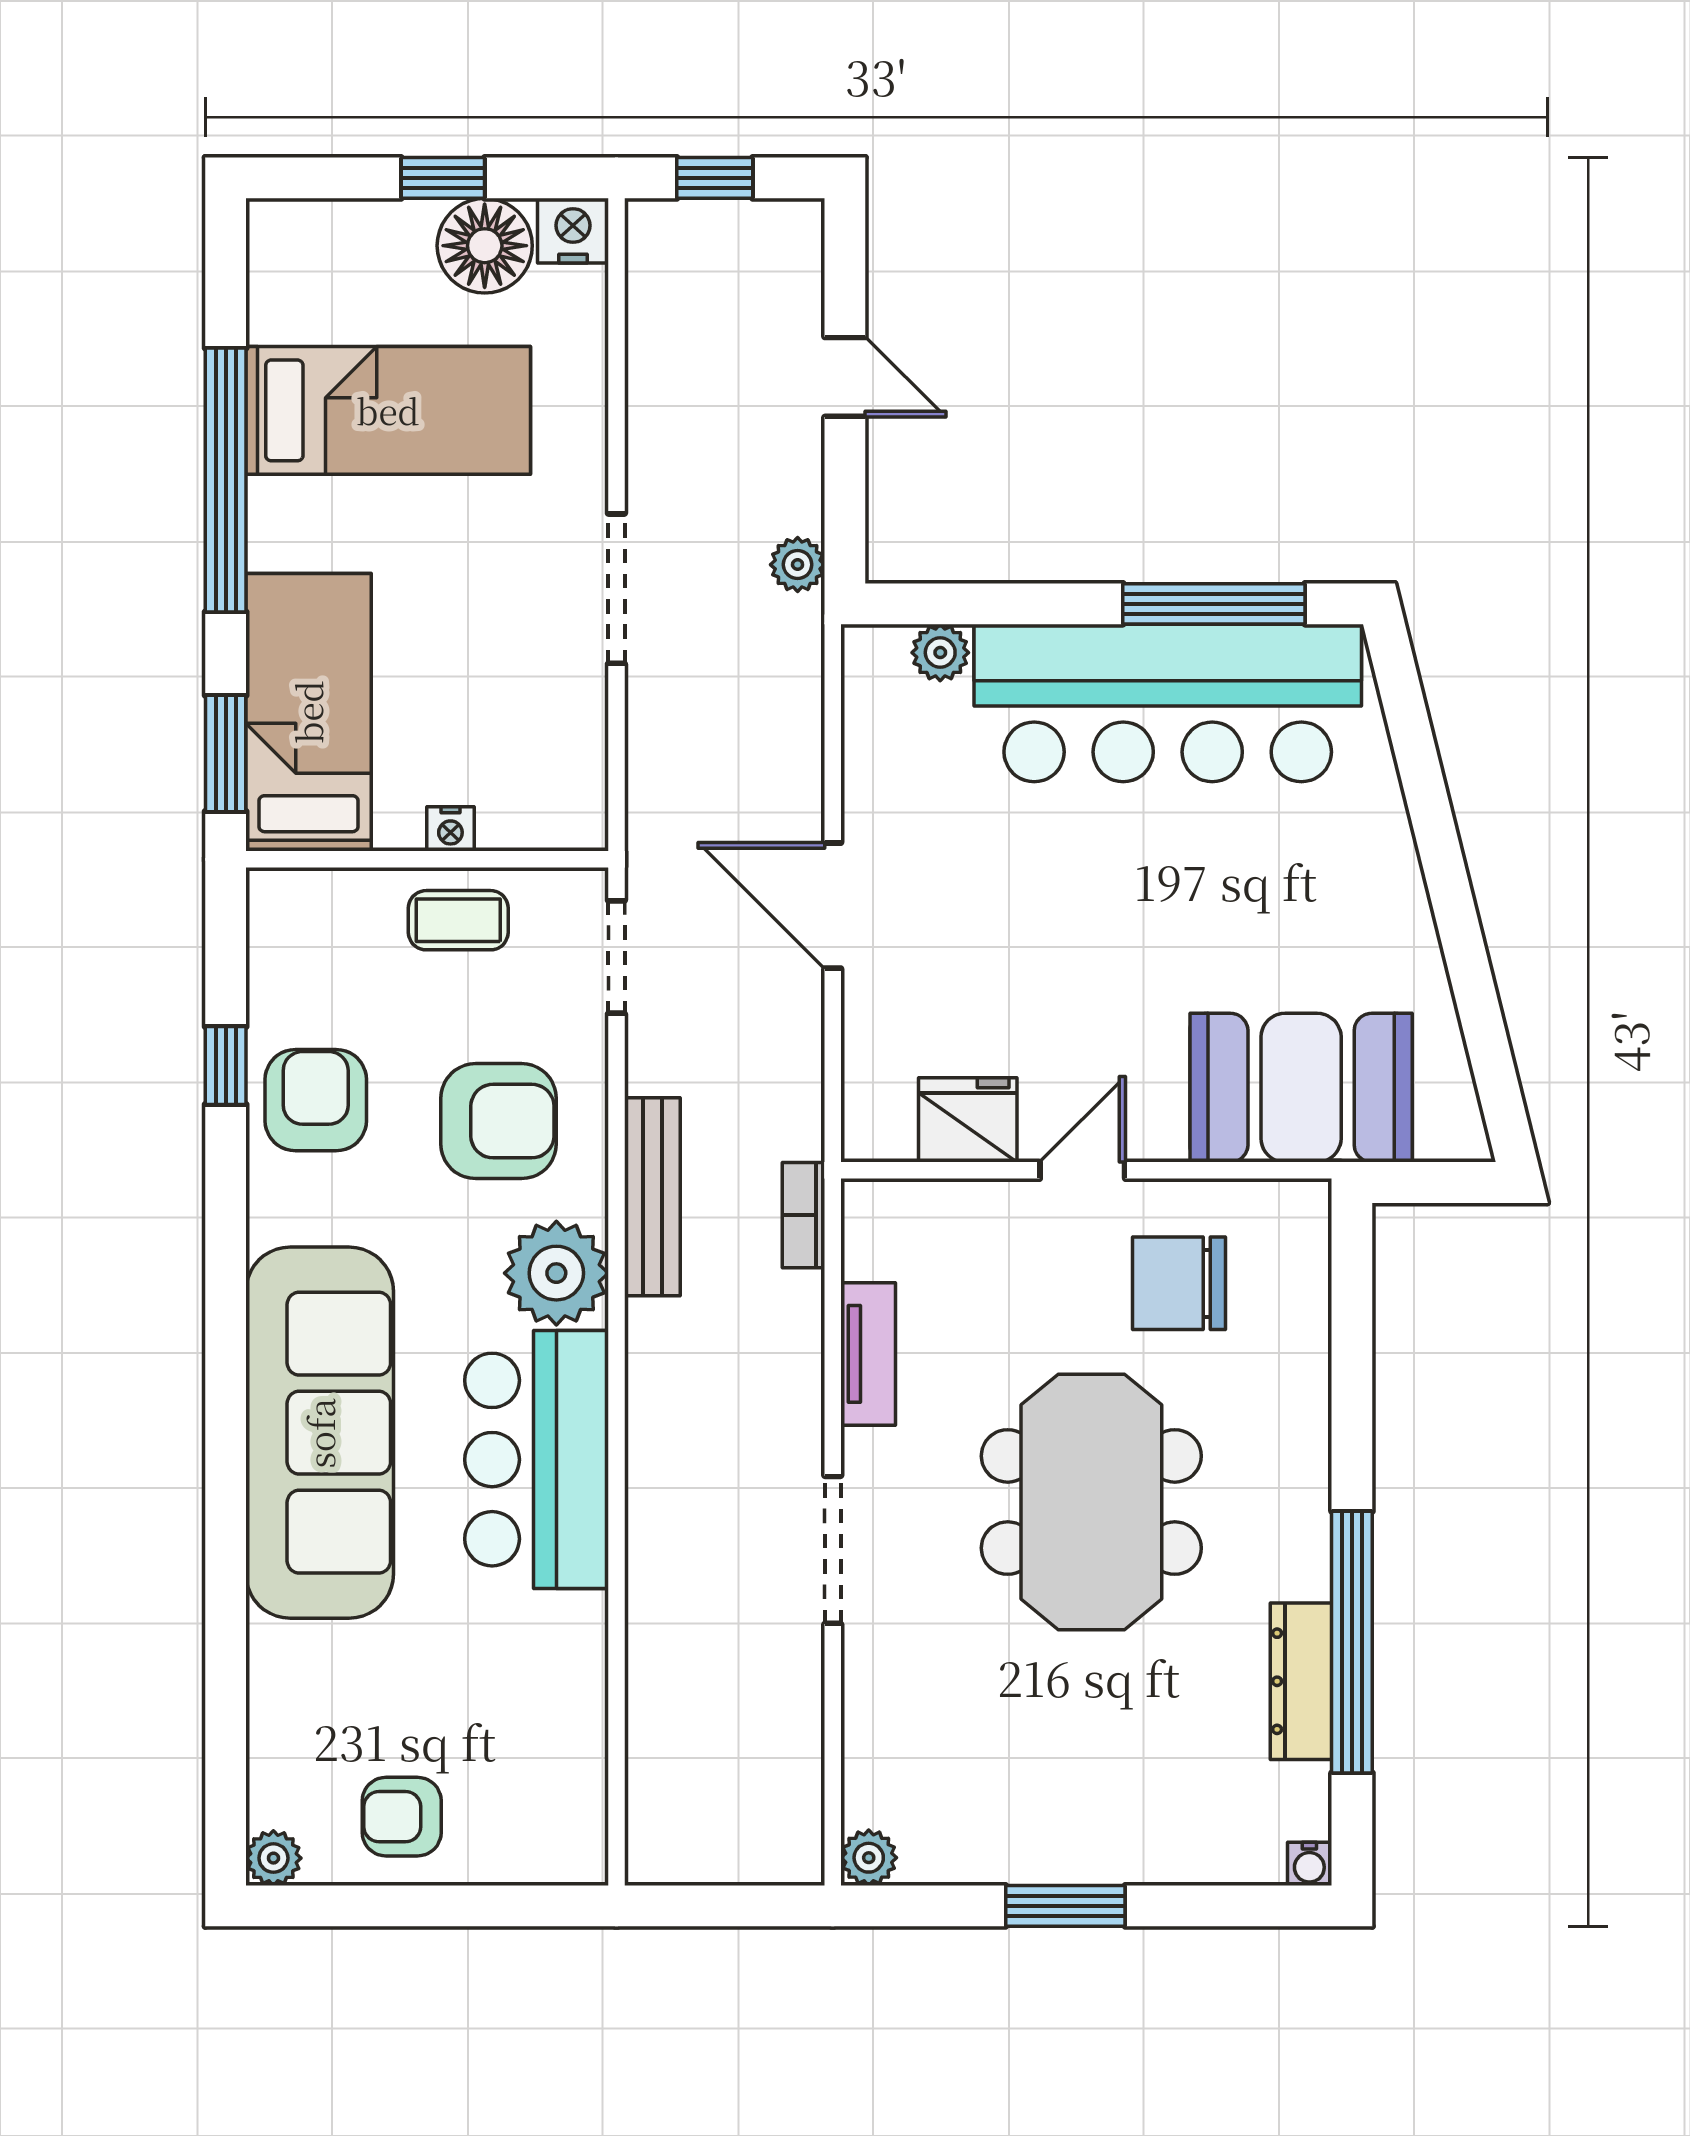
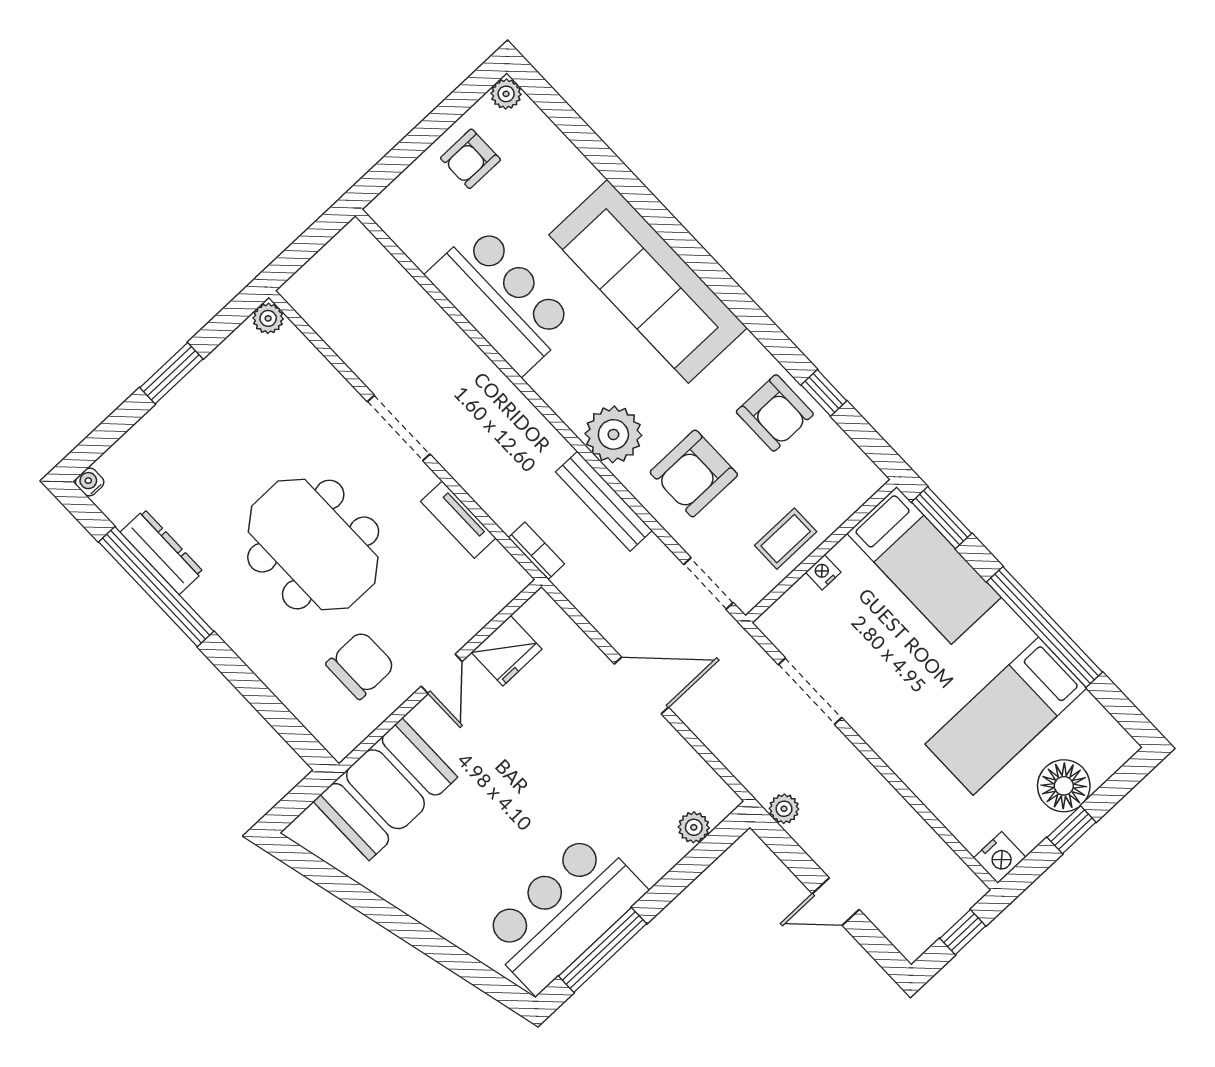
floor lamp: (485, 246) -> (1064, 786), moved
doorway: (616, 589) -> (810, 691), moved
bar counter: (1168, 703) -> (563, 912), width x0.73
bar counter: (537, 1460) -> (501, 299), moved
armchair: (402, 1817) -> (470, 159), turned 180

